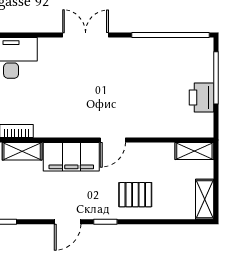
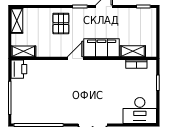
printer: (202, 97) -> (19, 69), moved
pallet: (135, 195) -> (61, 24), turned 90

